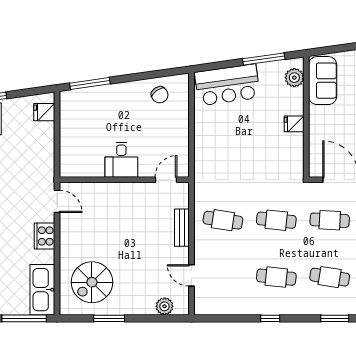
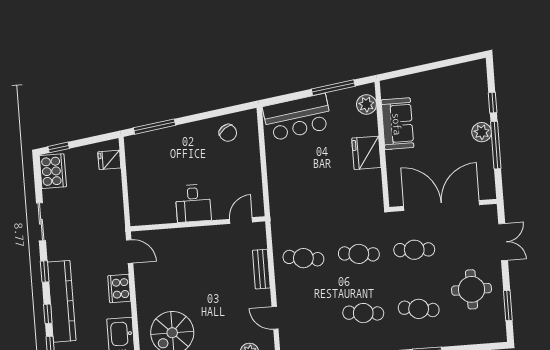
sofa: (323, 81) -> (397, 124), moved
fridge: (294, 124) -> (366, 153), width x1.88, depth x1.34

